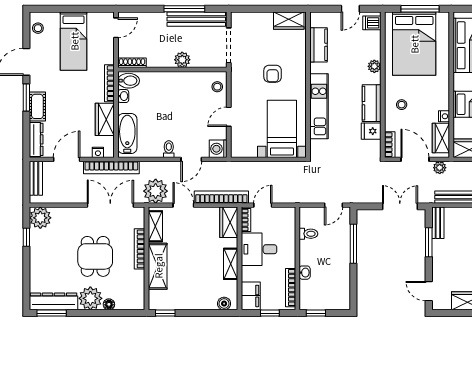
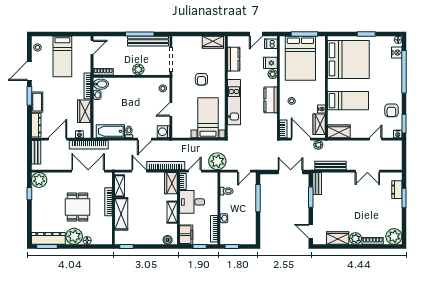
fridge: (371, 131) -> (270, 63), moved
bathtub: (127, 134) -> (110, 131), moved, turned -90
plant: (156, 191) -> (217, 161), moved

